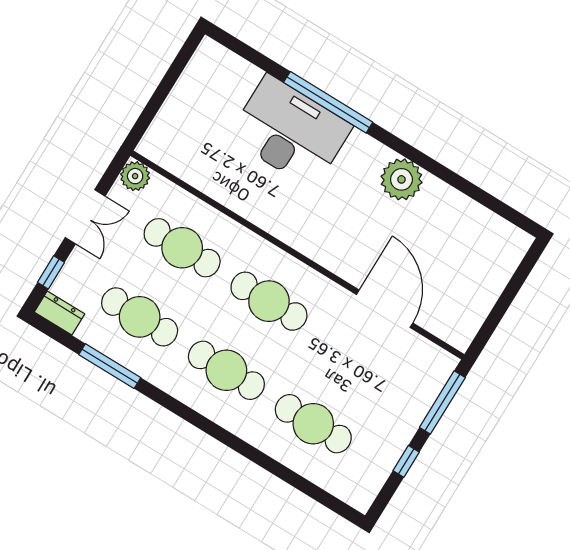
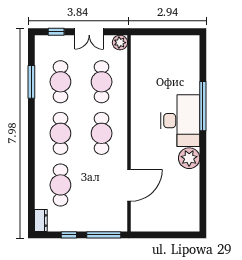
desk: (290, 132) -> (180, 121), moved
dresser: (59, 313) -> (41, 221), moved

